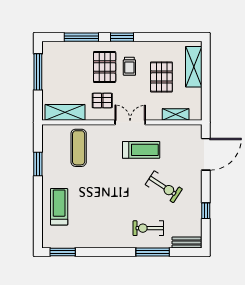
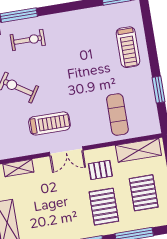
trolley: (129, 66) -> (77, 212), removed
pallet: (161, 77) -> (144, 193), moved
treadmill: (141, 150) -> (49, 123), turned 180

